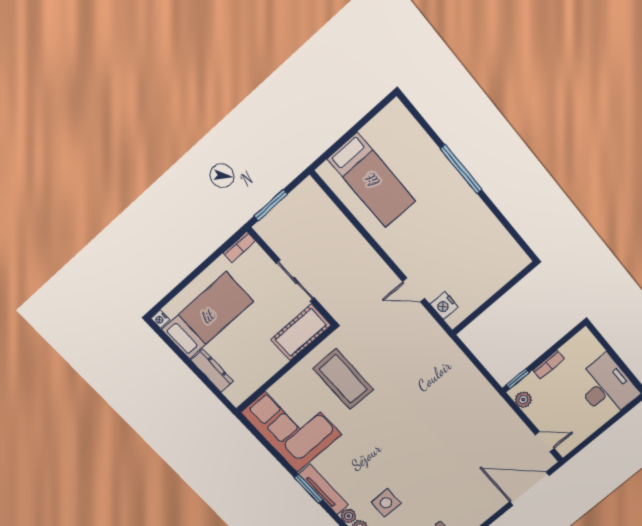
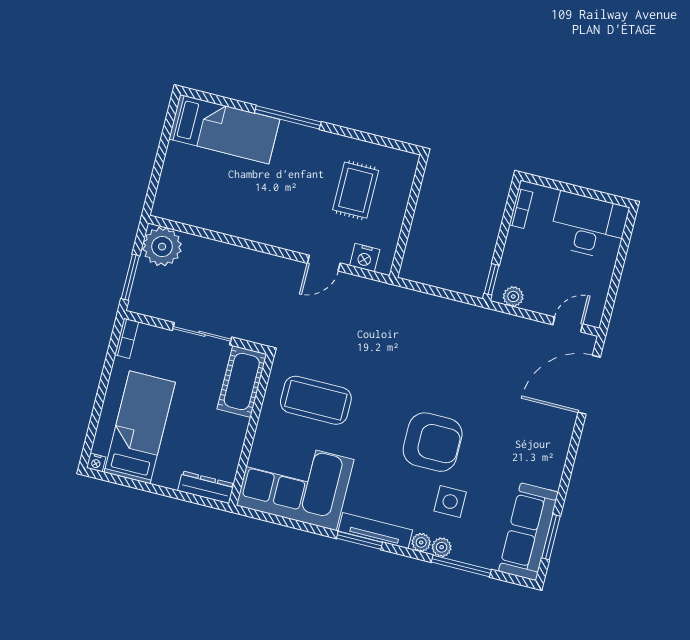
bed: (372, 180) -> (224, 129), moved
plant: (308, 199) -> (162, 247), added
rug: (471, 255) -> (356, 190), added
bookcase: (548, 365) -> (521, 209), moved
dresser: (212, 371) -> (206, 487), moved
armchair: (402, 458) -> (433, 442), added

